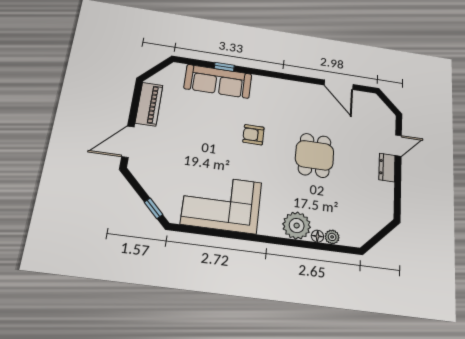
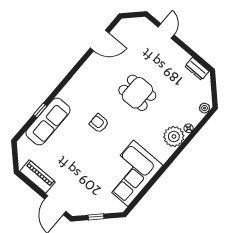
armchair: (253, 135) -> (99, 123), turned 90
dresser: (387, 168) -> (197, 69), moved
window: (153, 208) -> (96, 217), moved
plant: (332, 237) -> (205, 108), moved

